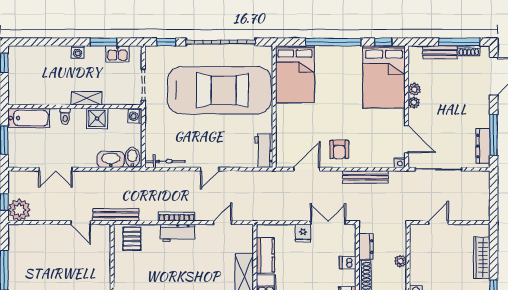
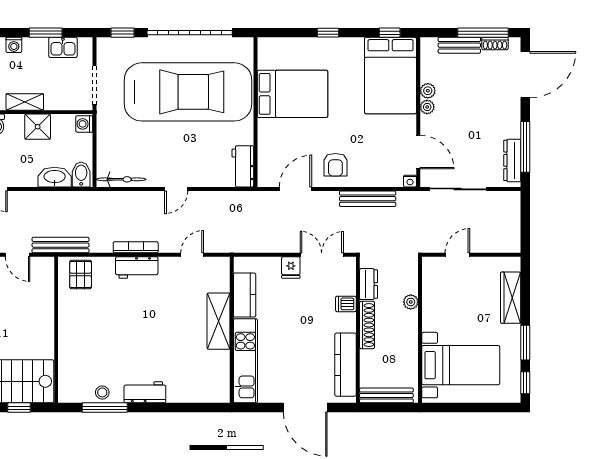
window: (333, 42) -> (328, 33), width x0.32
bed: (295, 74) -> (292, 94), moved, turned -90

